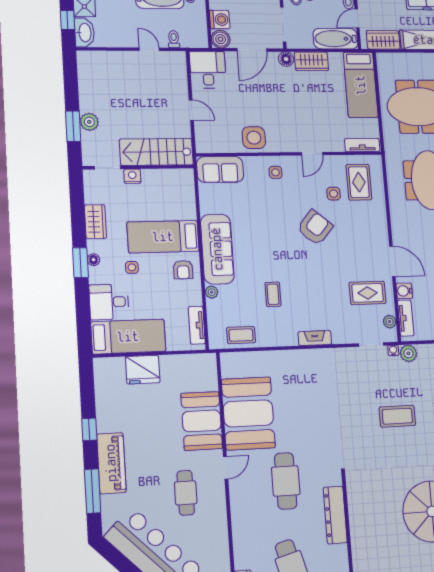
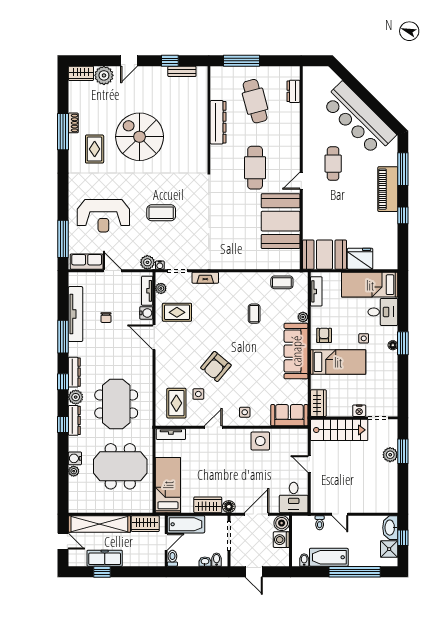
wardrobe: (95, 222) -> (318, 403), moved, turned 180
fireplace: (315, 338) -> (205, 278), moved
booth: (202, 421) -> (324, 255), moved, turned 90
dresser: (335, 515) -> (218, 122), moved

